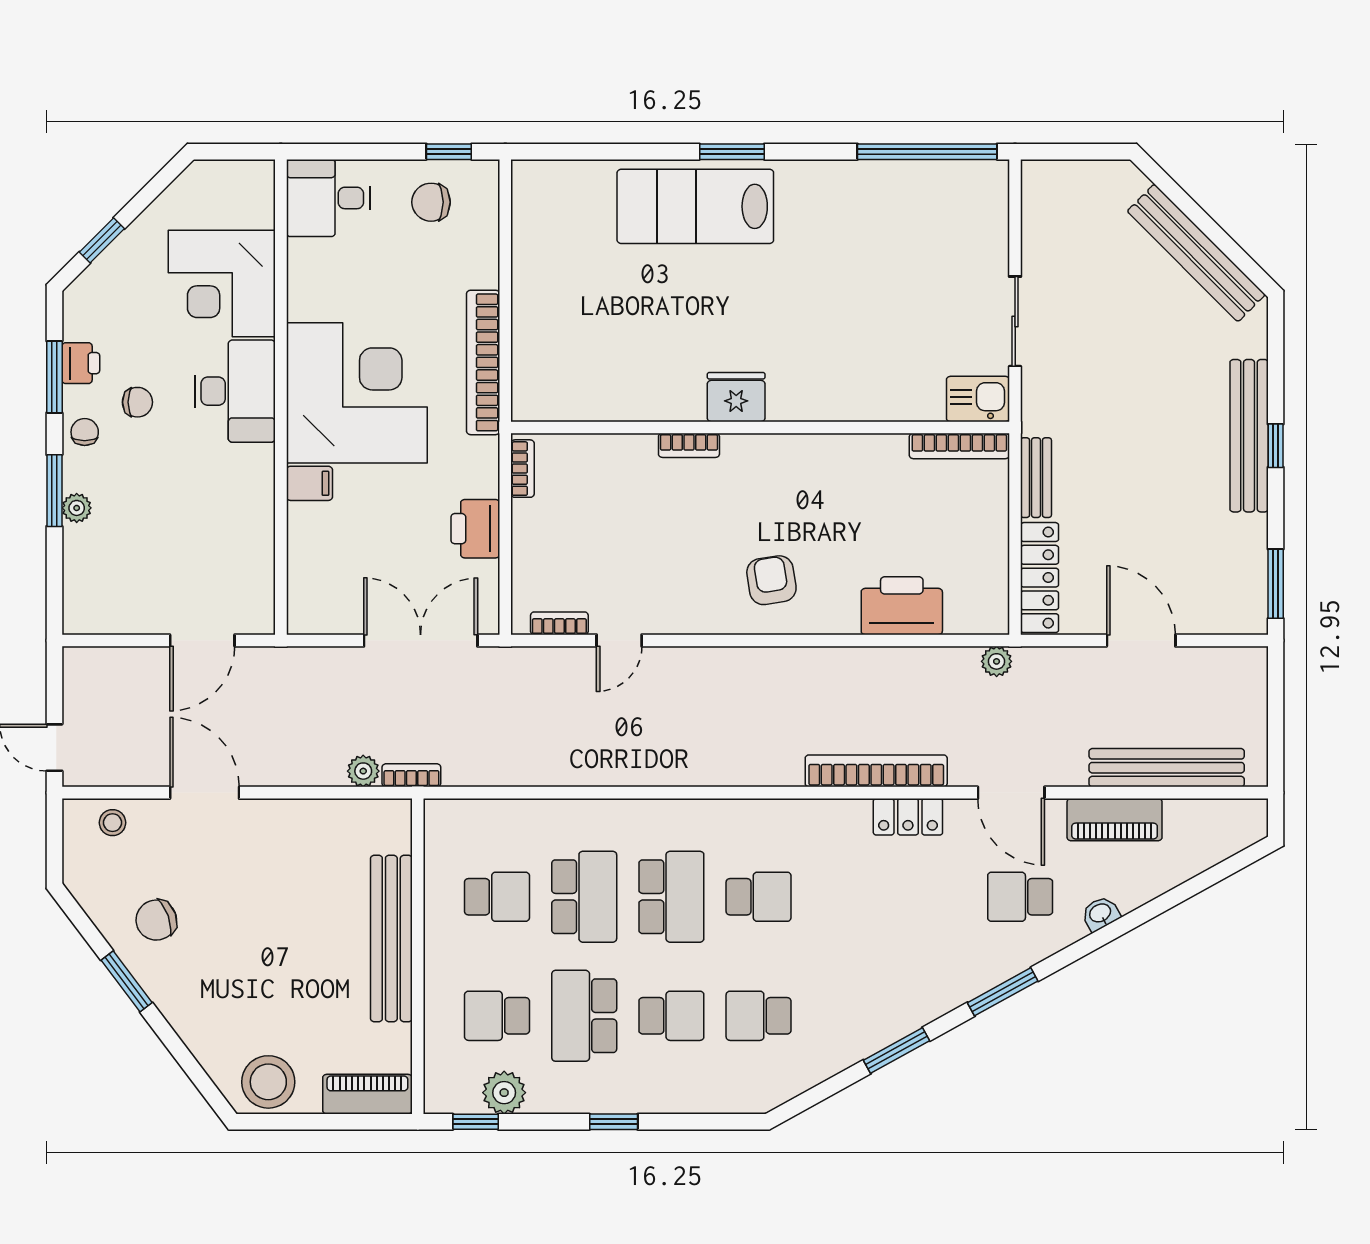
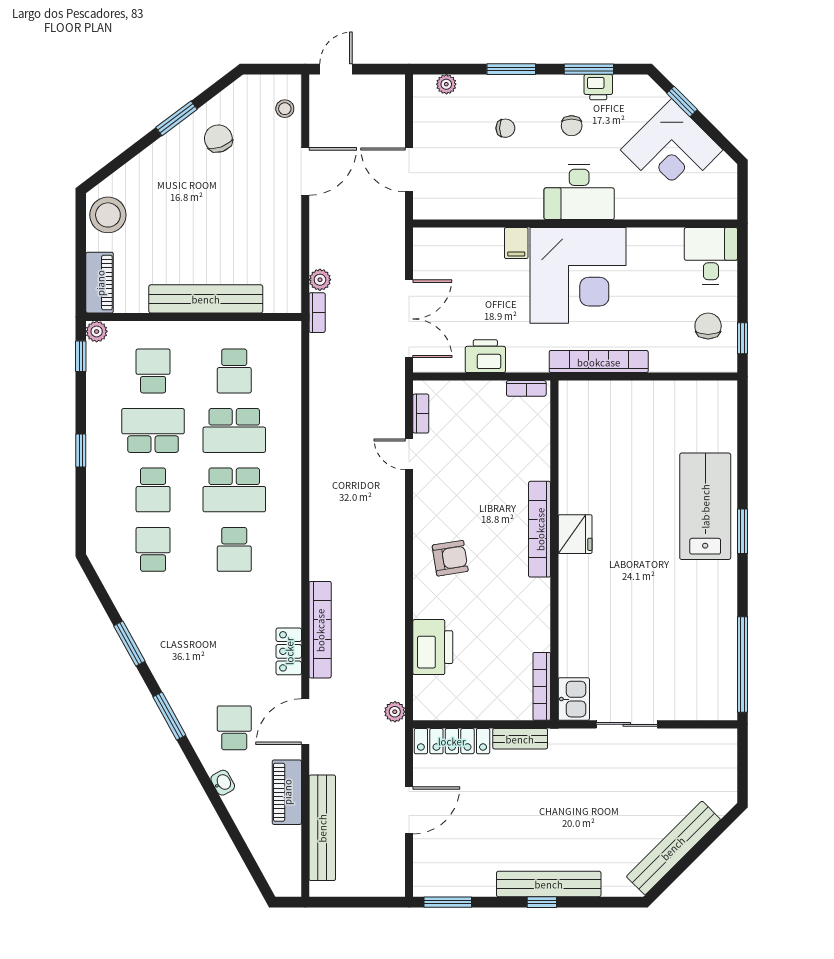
corner desk: (222, 284) -> (672, 150), moved, turned -135
chair: (85, 432) -> (505, 128), moved
bookcase: (689, 445) -> (540, 529), width x2.31, depth x1.31
plant: (77, 508) -> (446, 84), moved
plant: (504, 1093) -> (97, 331), moved, width x0.73, depth x0.73

